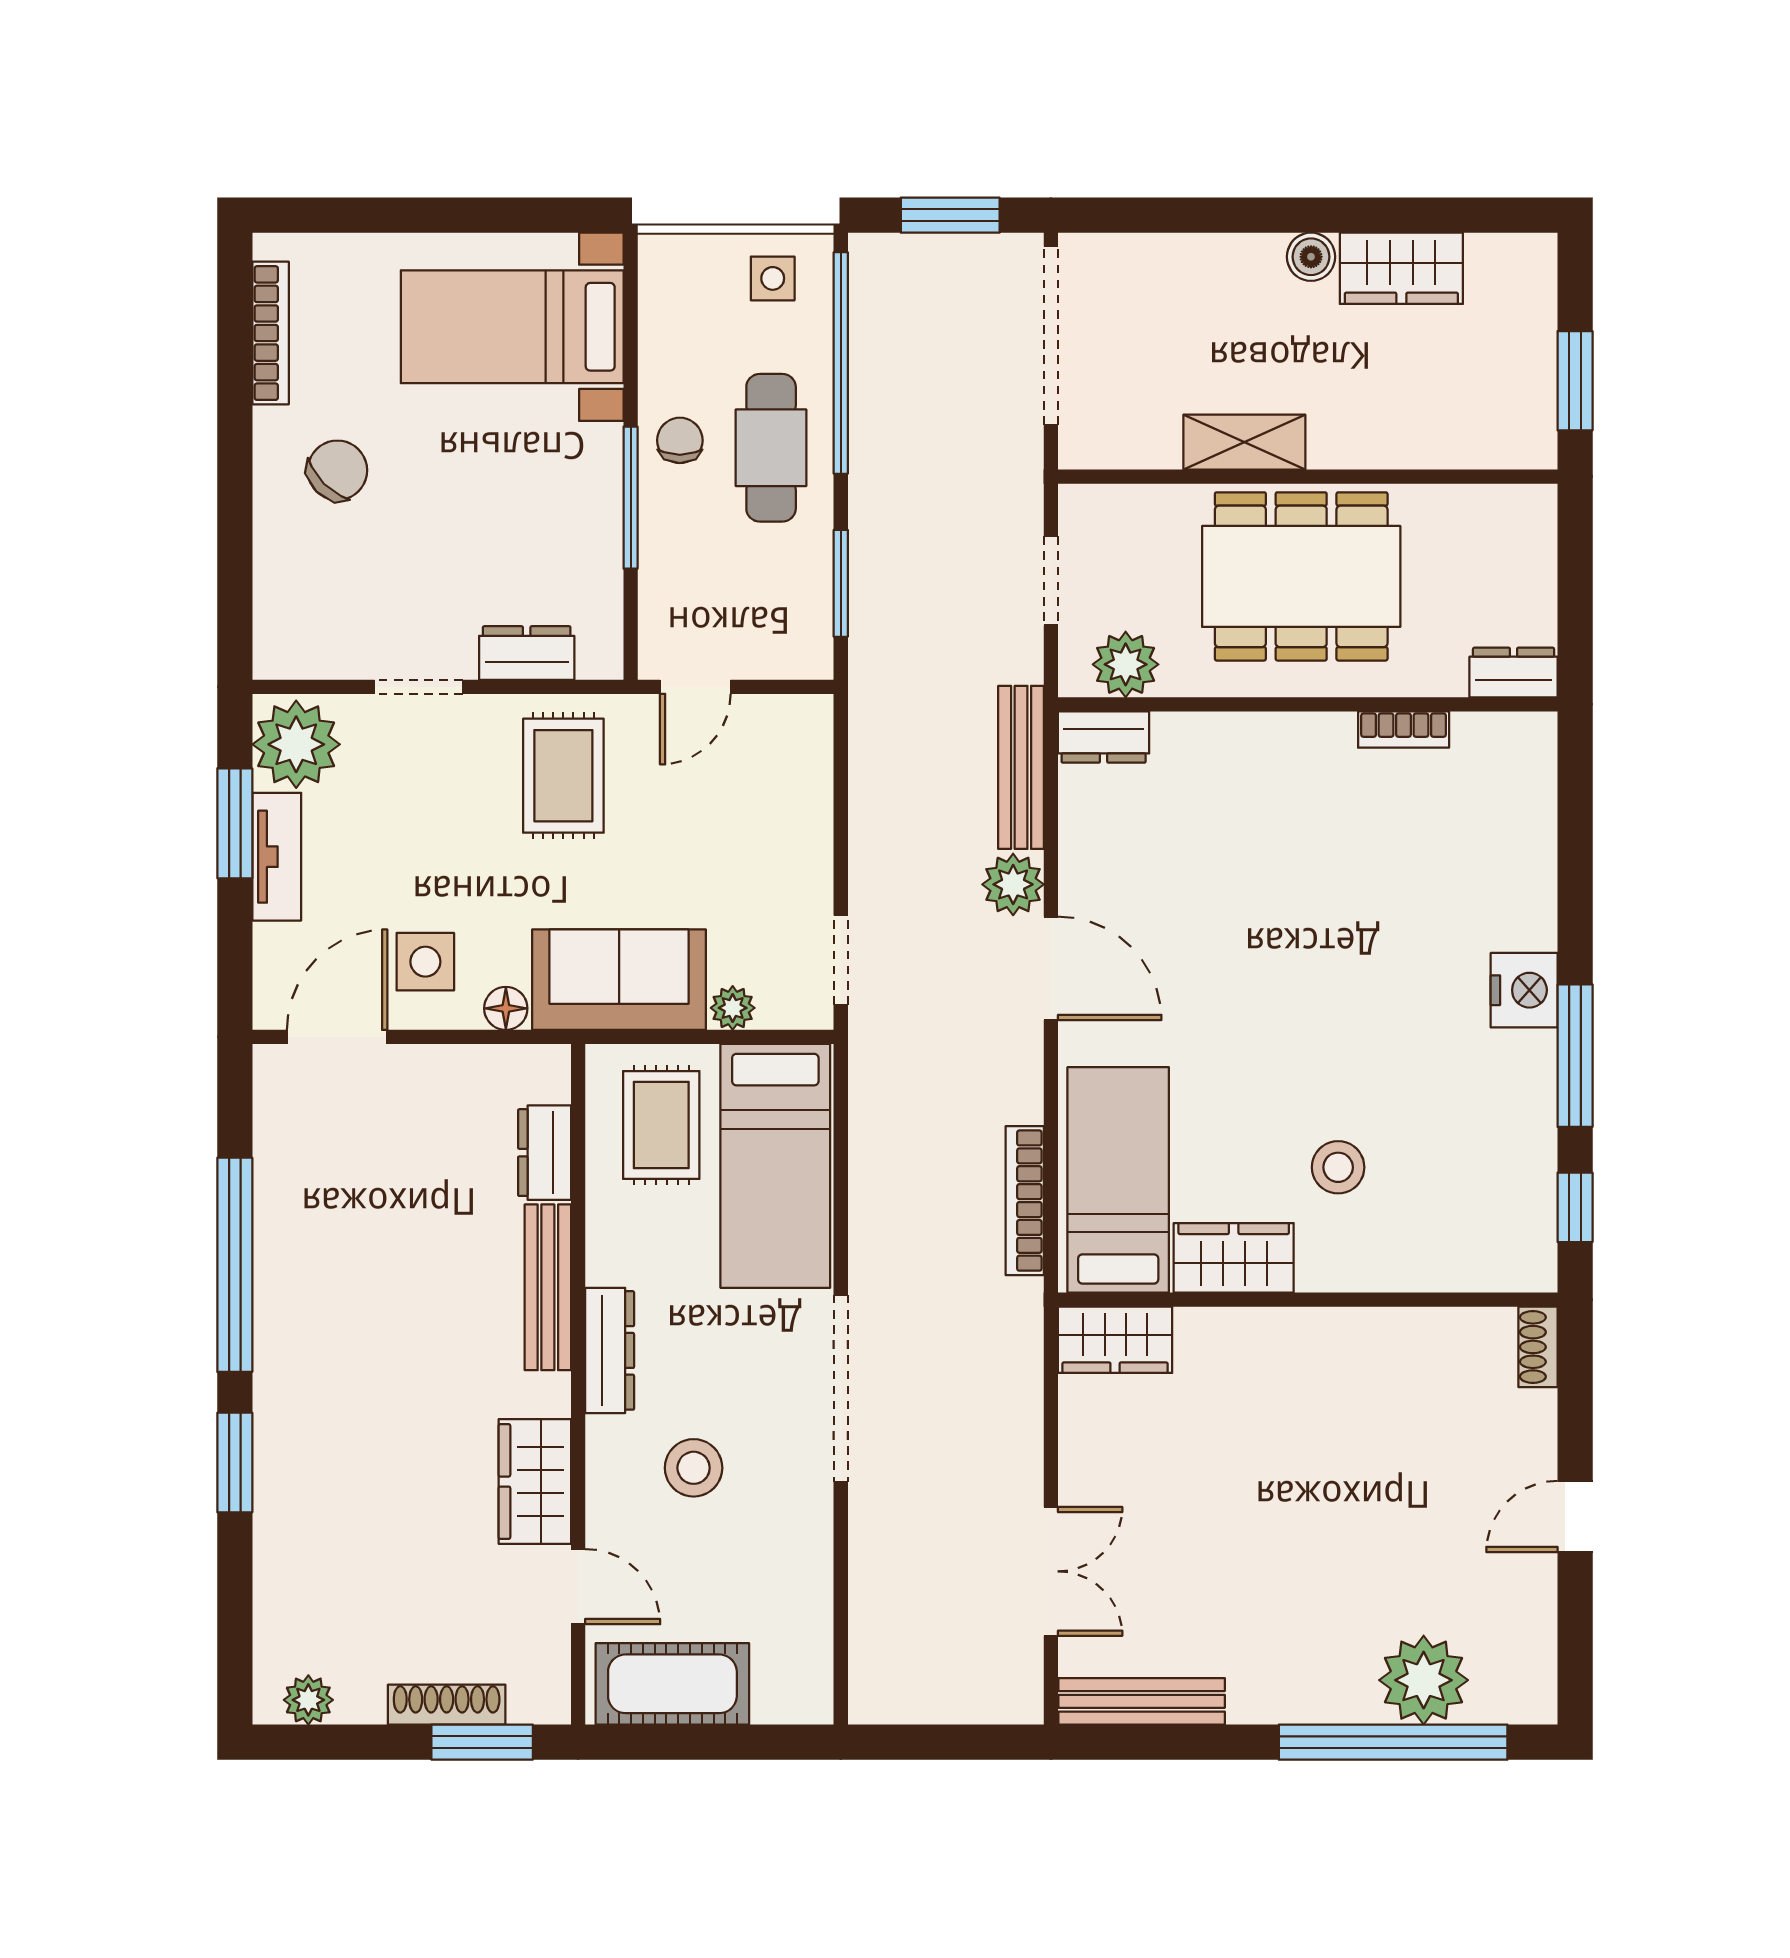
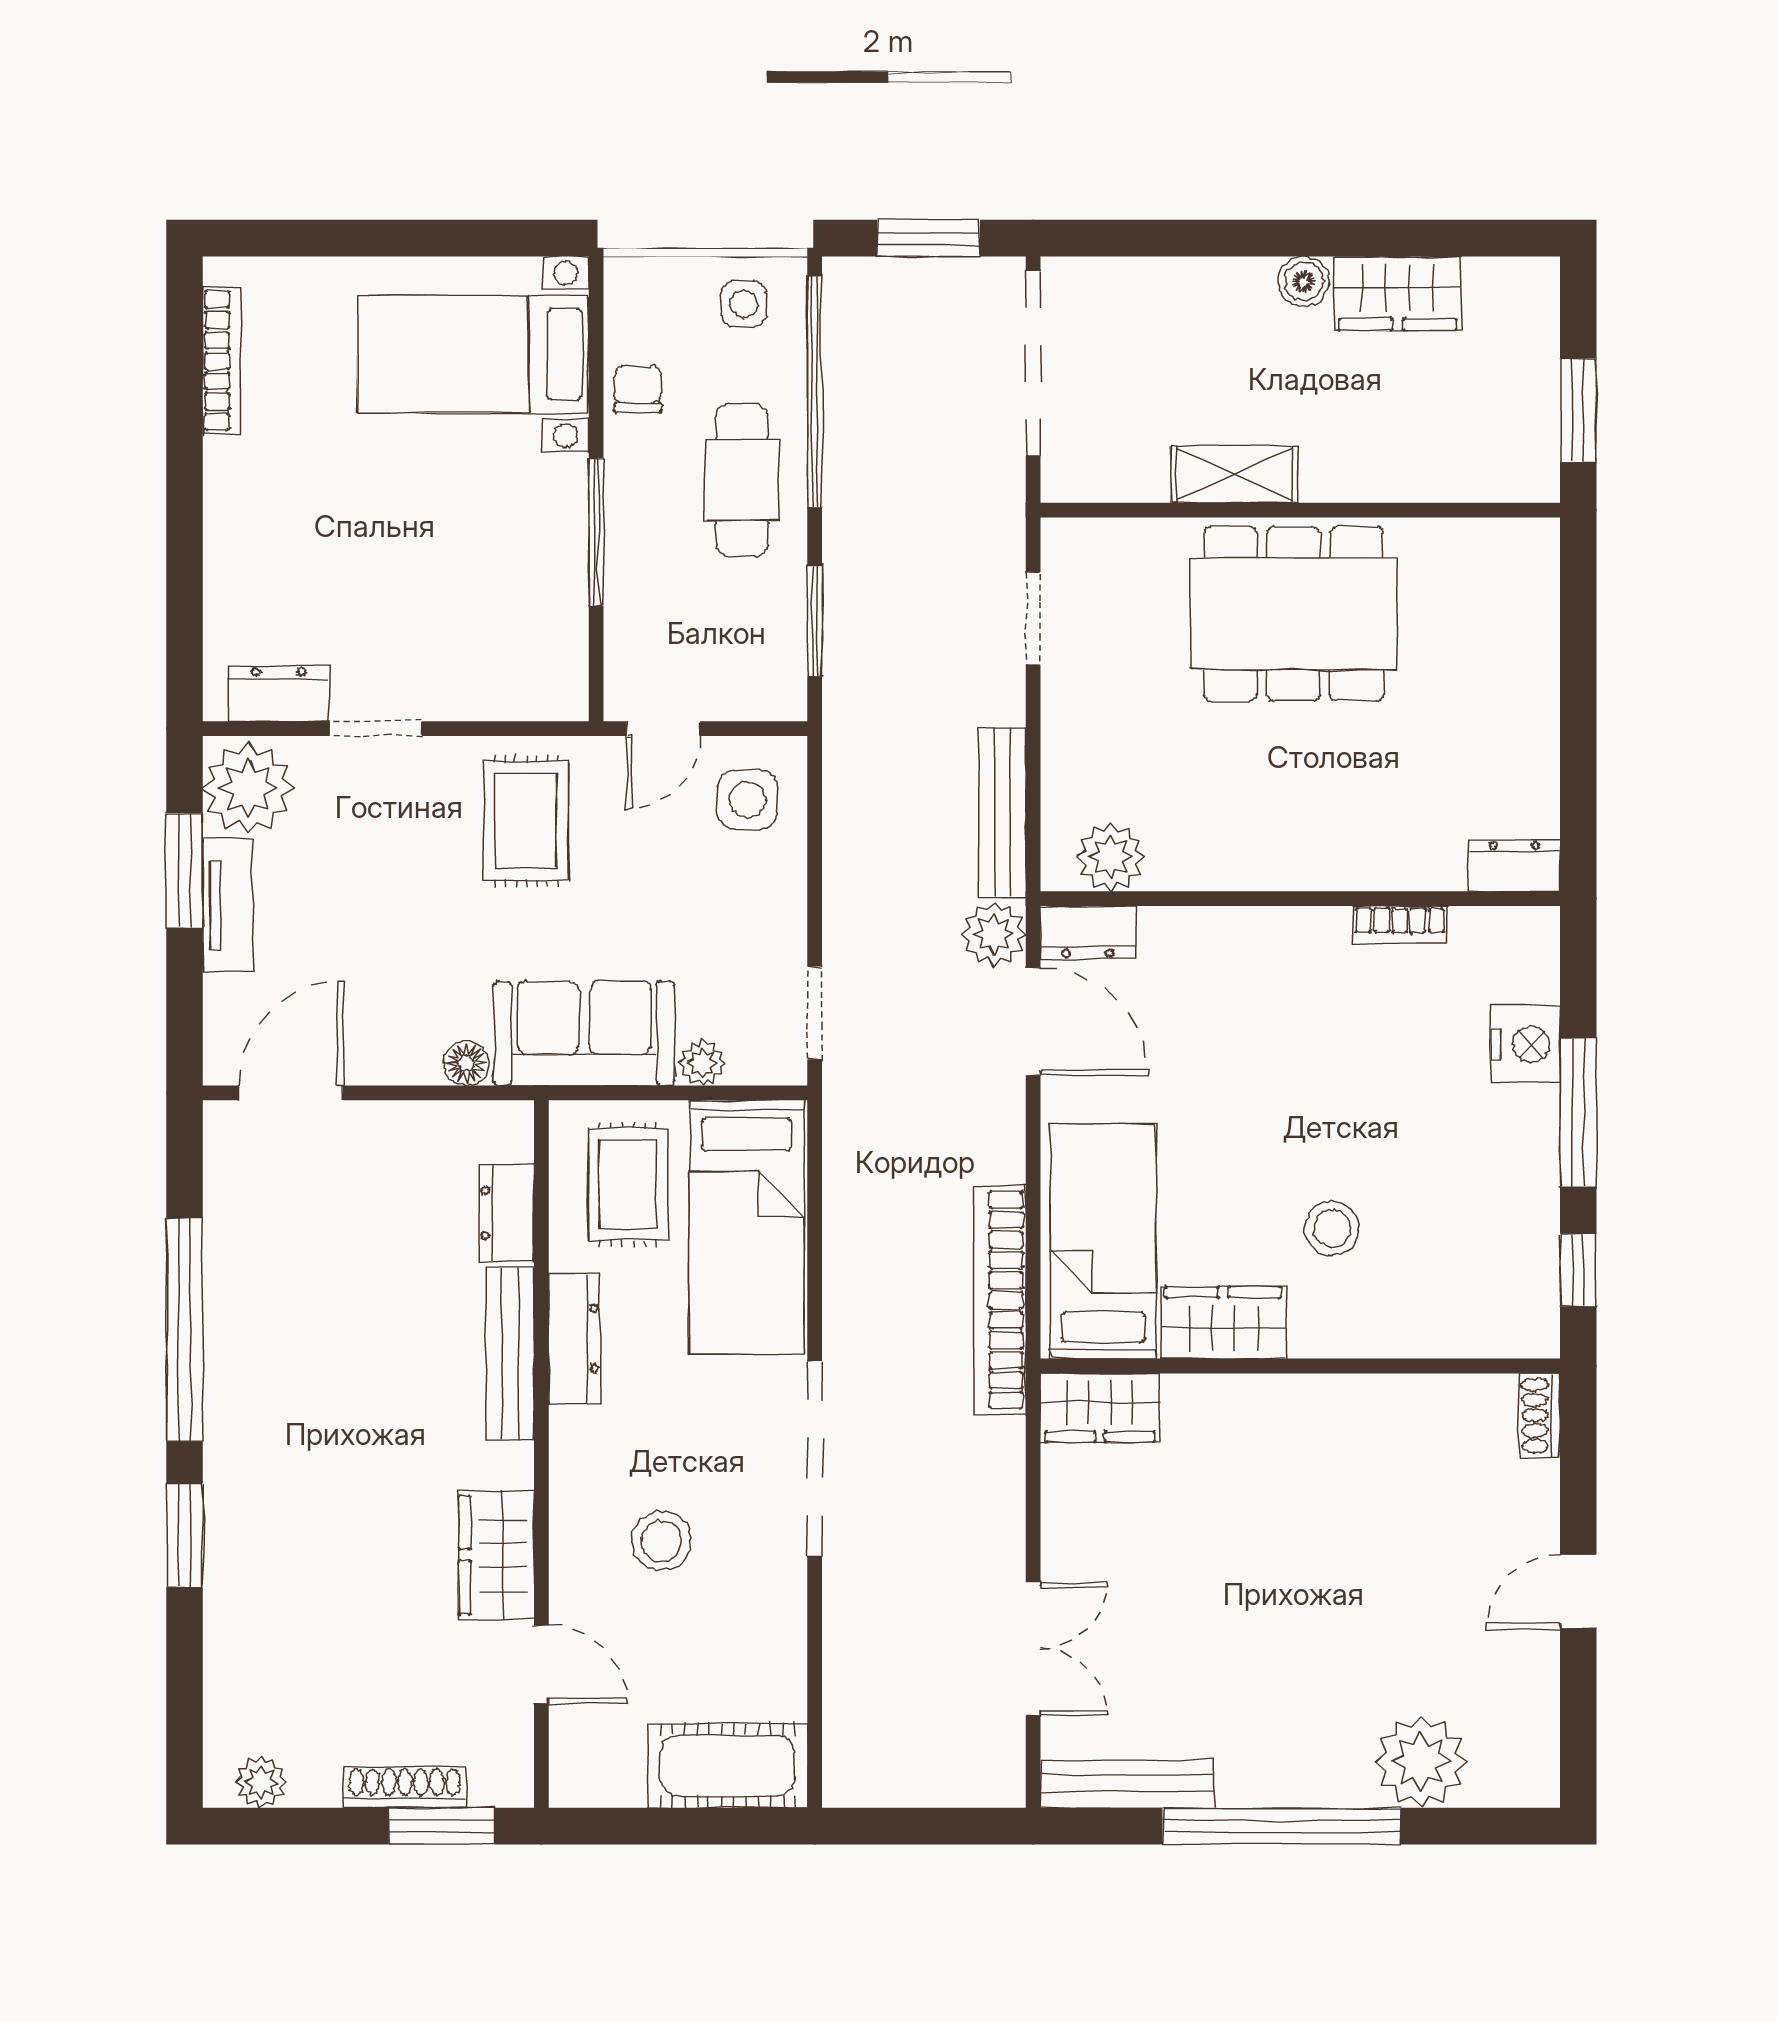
chair: (680, 440) -> (638, 389), moved
chair: (337, 470) -> (291, 504), removed
dresser: (527, 653) -> (279, 693), moved
plant: (1126, 664) -> (1111, 857), moved
dresser: (1514, 672) -> (1514, 866), moved
wall: (1308, 704) -> (1300, 899), moved
bookcase: (1404, 729) -> (1400, 925), moved
dresser: (1104, 737) -> (1088, 933), moved
side table: (425, 962) -> (747, 800), moved
bookcase: (1025, 1201) -> (1000, 1300), width x1.48, depth x1.31
dresser: (610, 1350) -> (574, 1338), moved
cot: (672, 1684) -> (728, 1766), moved
window: (1393, 1742) -> (1282, 1826), moved

